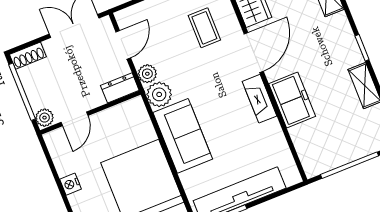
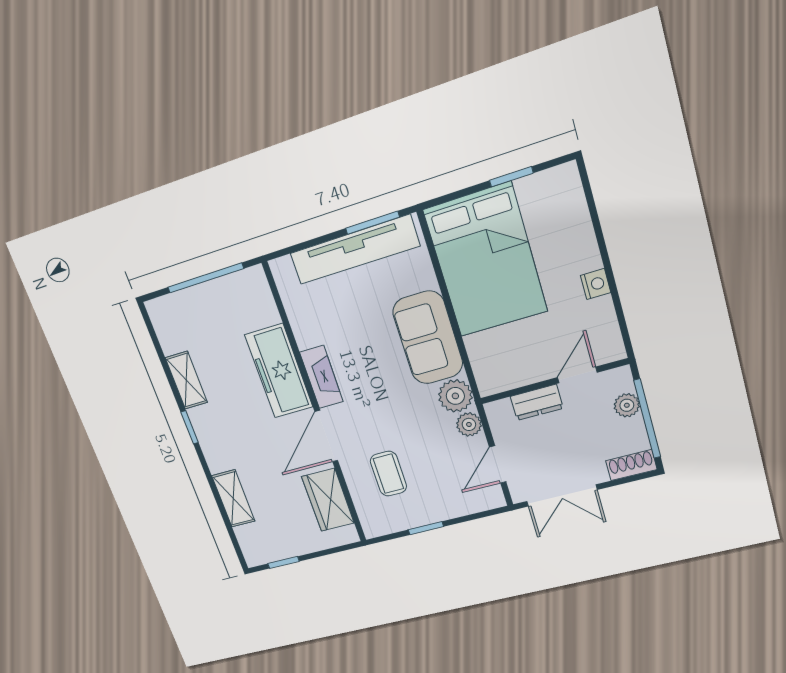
dresser: (120, 88) -> (537, 402), moved
freezer: (292, 100) -> (279, 371), width x1.40
plant: (45, 118) -> (627, 405), moved

